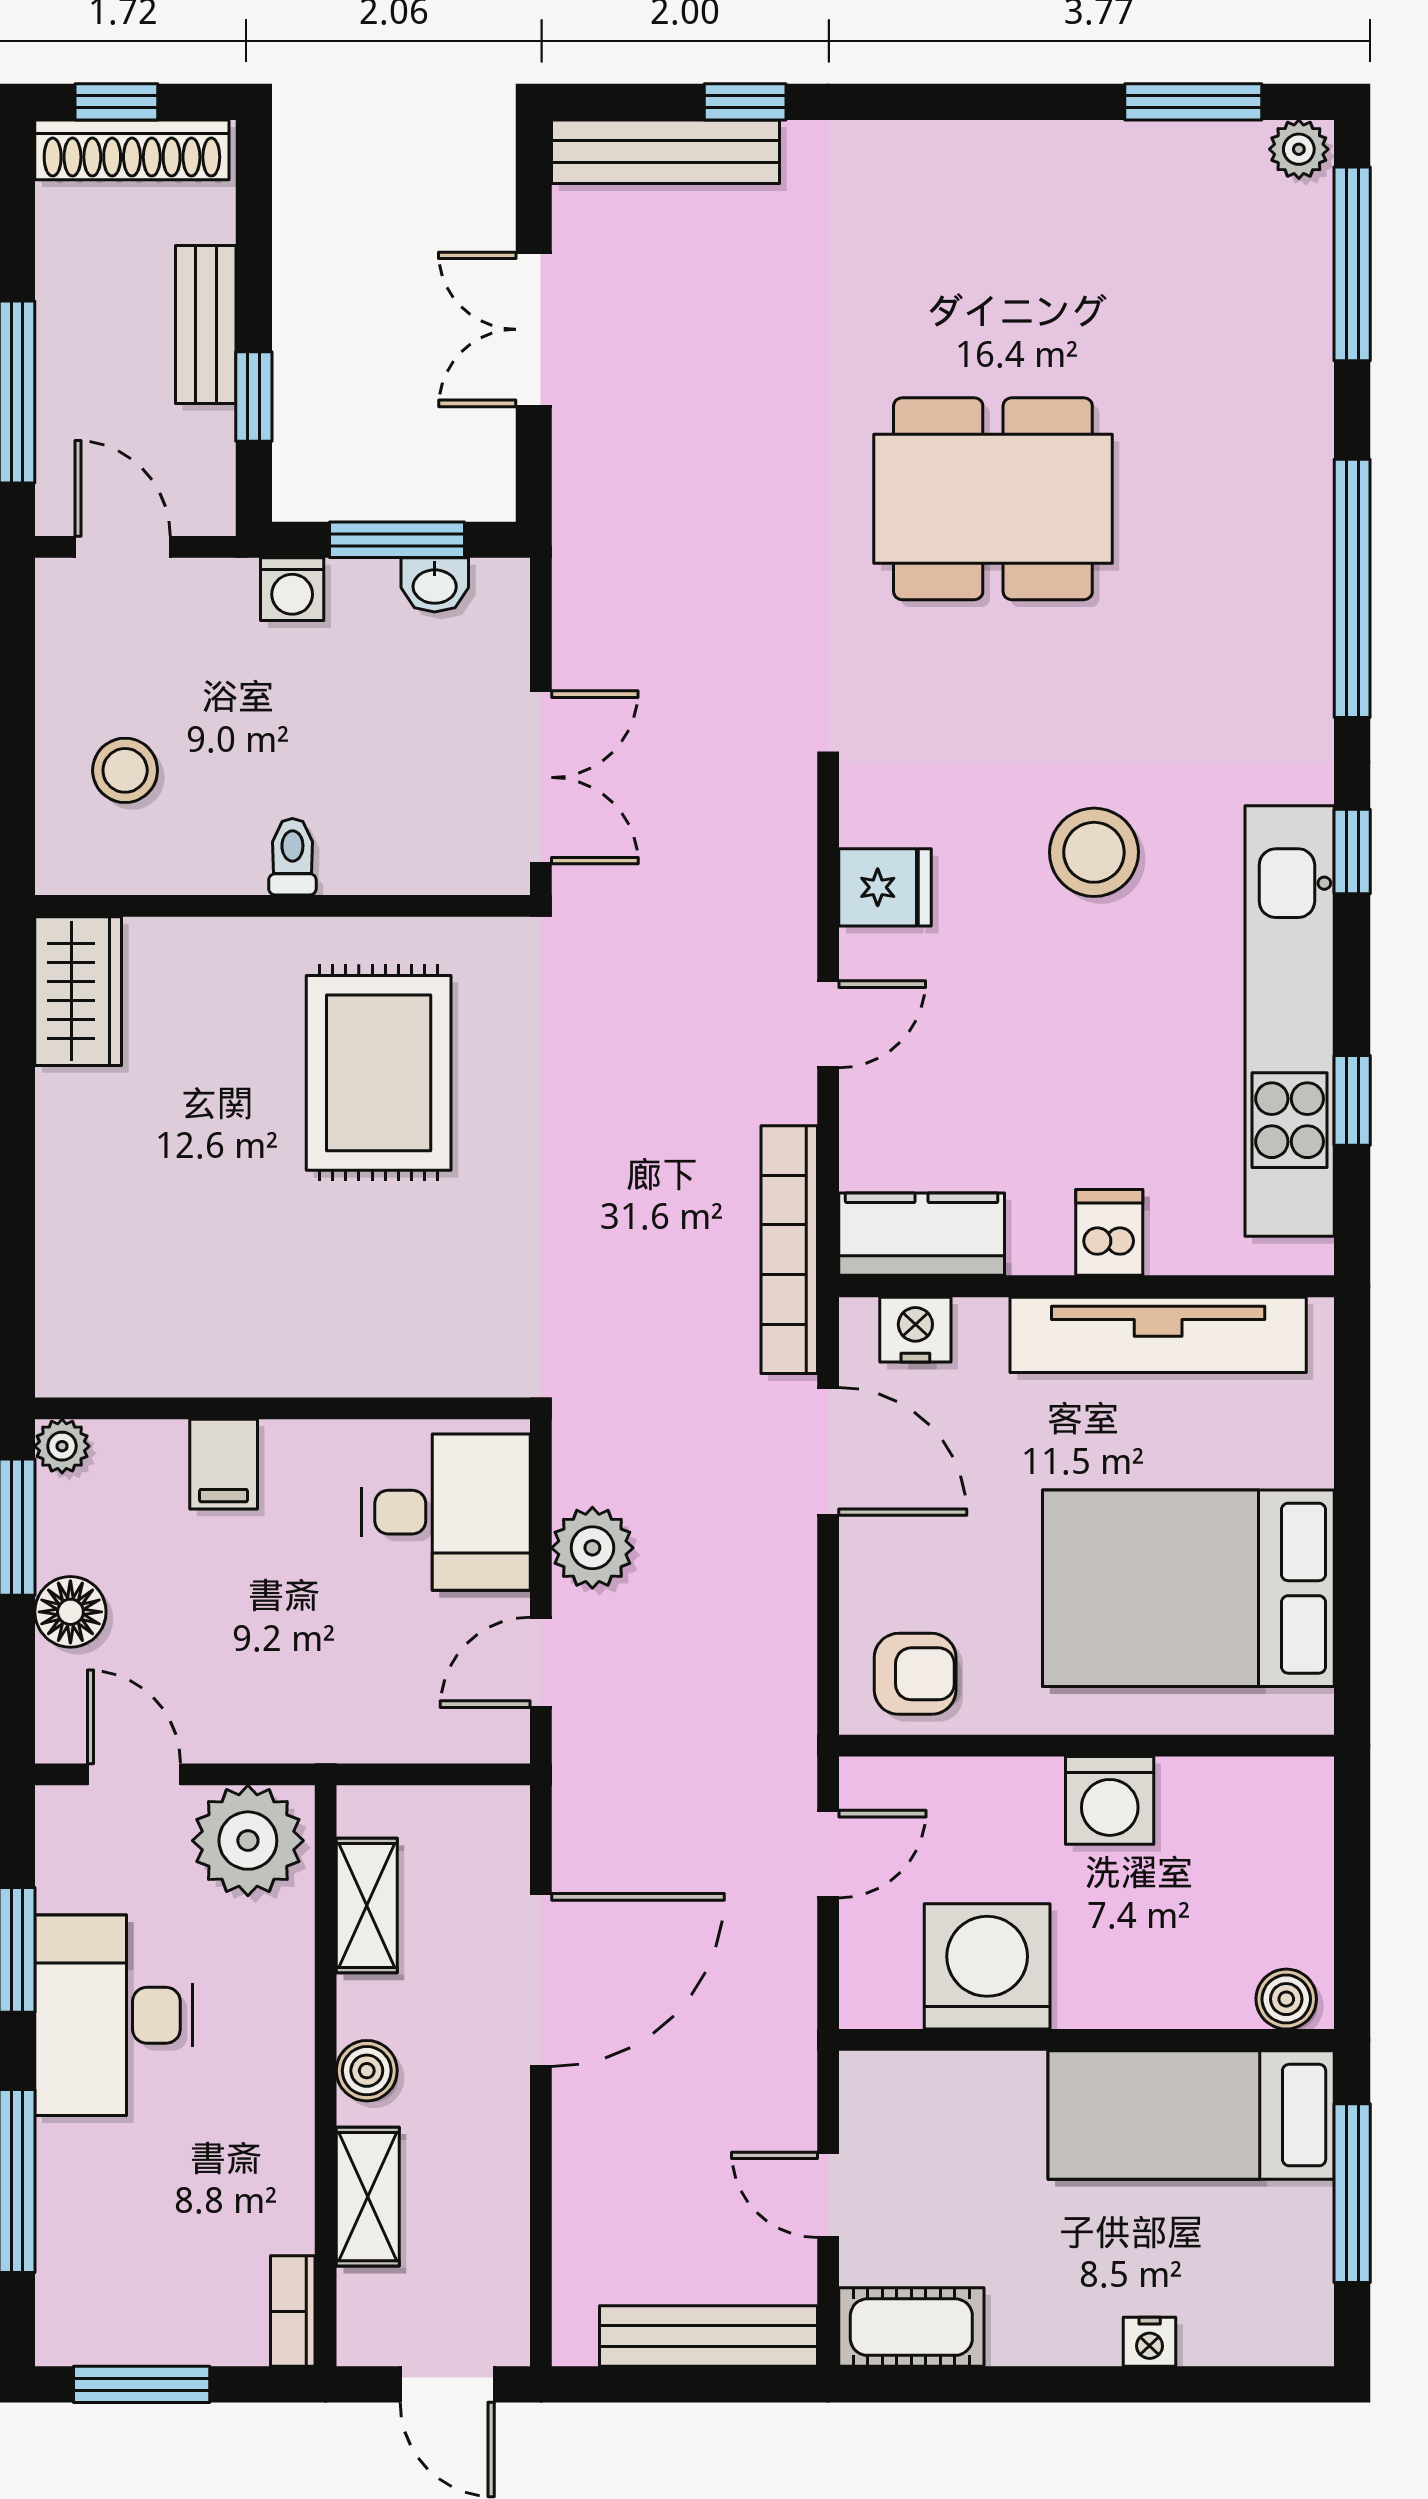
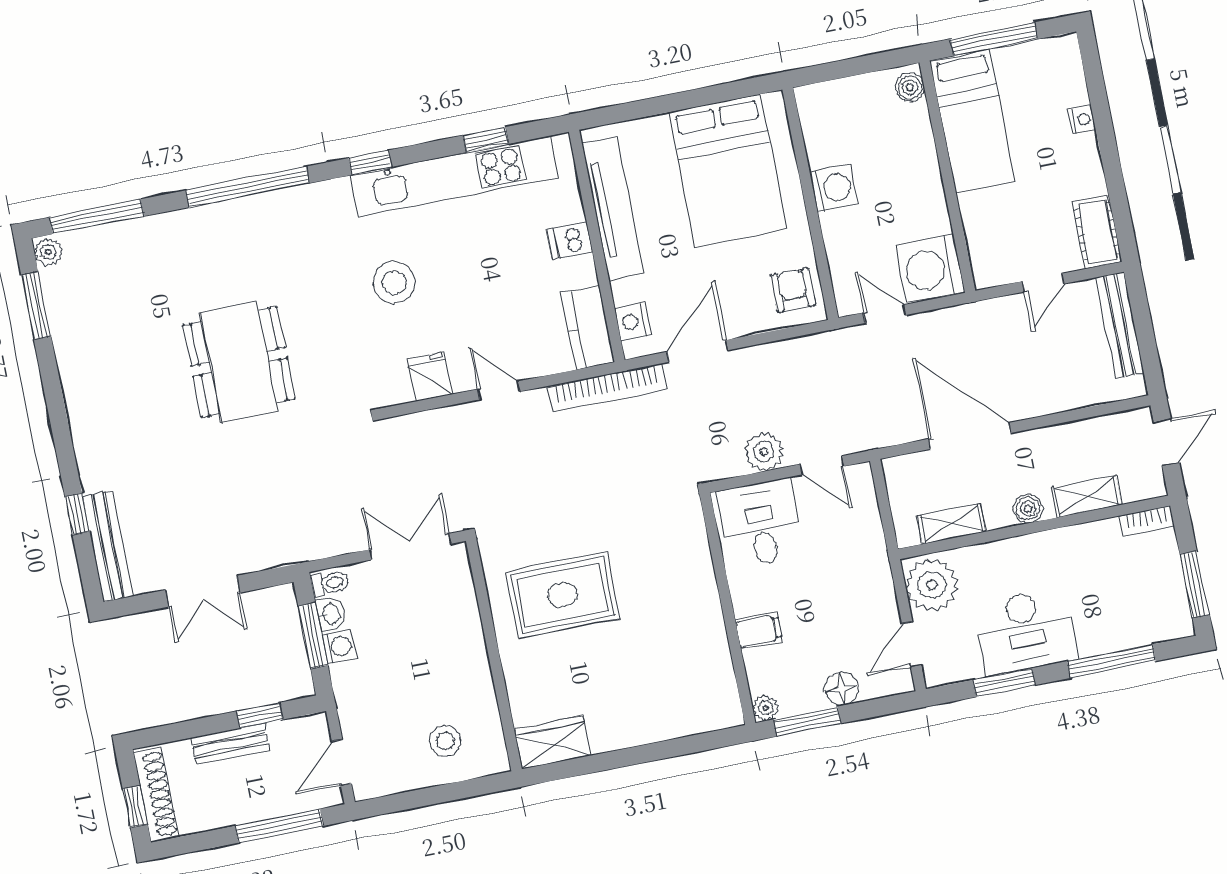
washing machine: (292, 589) -> (339, 646), moved
toilet: (292, 857) -> (330, 584), moved, turned 180
washing machine: (987, 1966) -> (930, 269), moved

